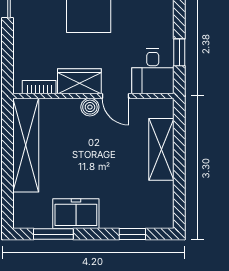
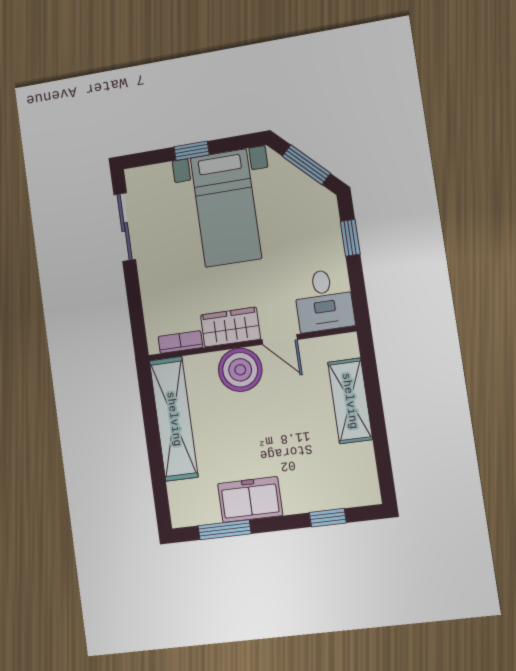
window: (179, 52) -> (350, 238), moved
boiler: (90, 107) -> (240, 370), width x1.86, depth x1.86

